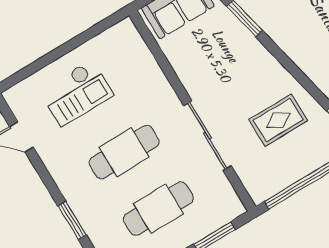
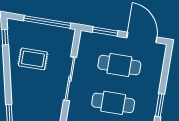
window: (72, 221) -> (160, 105), moved

